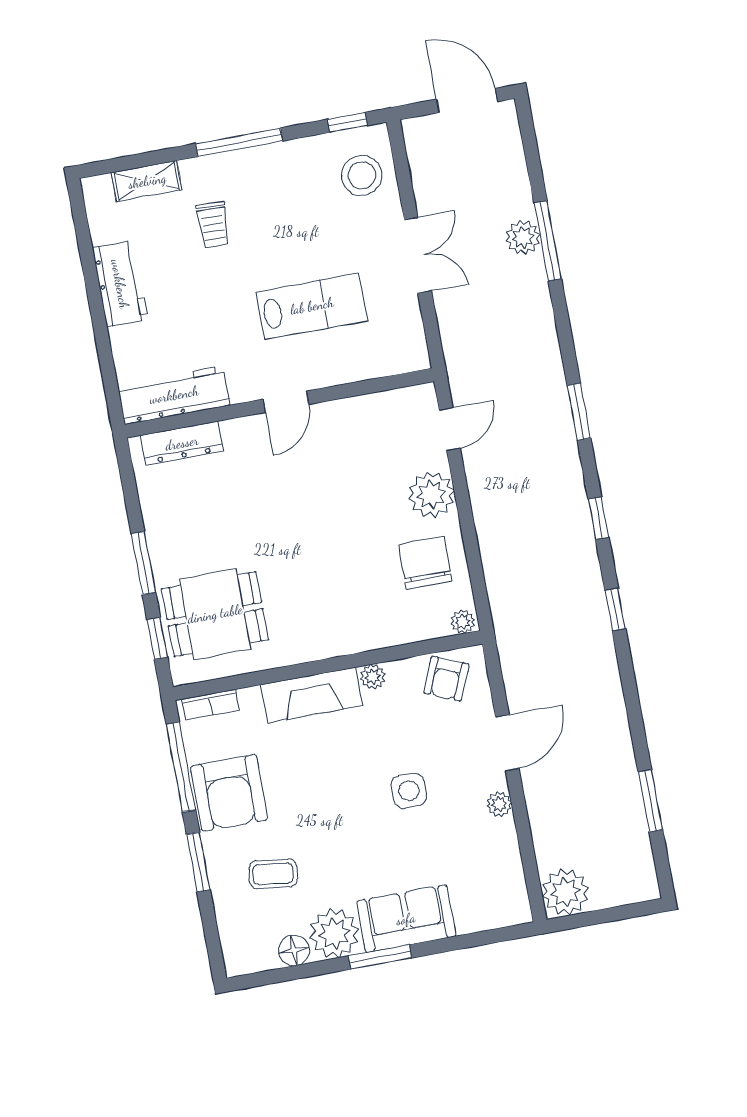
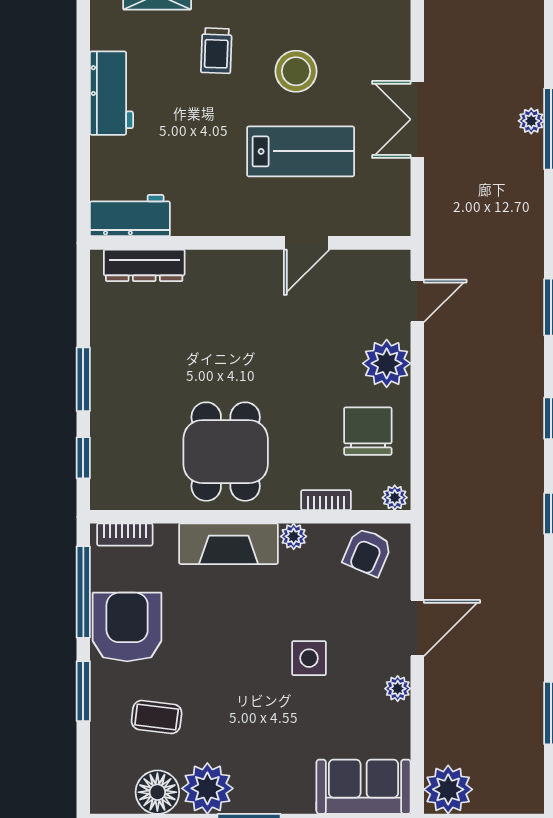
stool: (362, 175) -> (296, 71), moved
plant: (523, 237) -> (531, 121), width x0.73, depth x0.73
double door: (418, 255) -> (417, 119), swing flipped
workbench: (174, 395) -> (130, 215), width x0.73
door: (286, 402) -> (307, 243), moved
dining table: (215, 614) -> (226, 452), moved, turned 90
bookcase: (397, 636) -> (326, 500), added
armchair: (229, 793) -> (127, 627), turned 180
sofa: (406, 919) -> (364, 787), moved
floor lamp: (294, 950) -> (157, 792), width x1.38, depth x1.38

